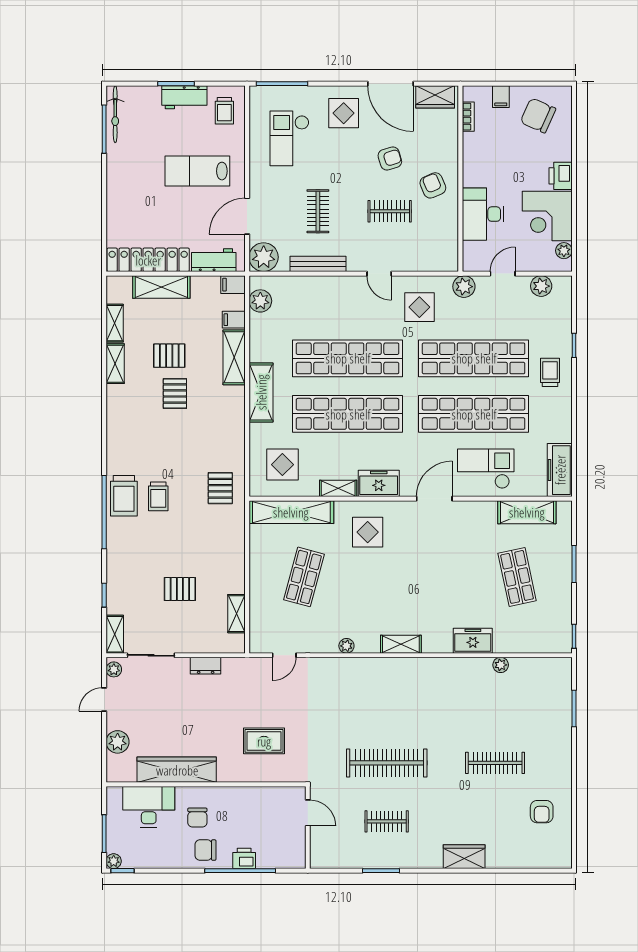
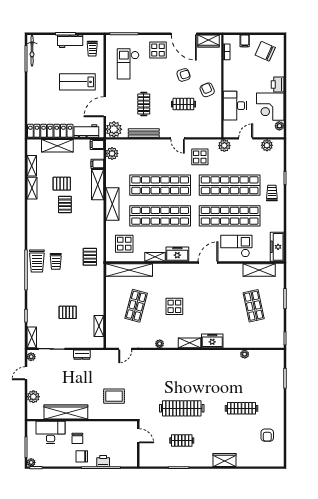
display table: (368, 532) -> (174, 306), moved
freezer: (473, 641) -> (212, 341), moved

